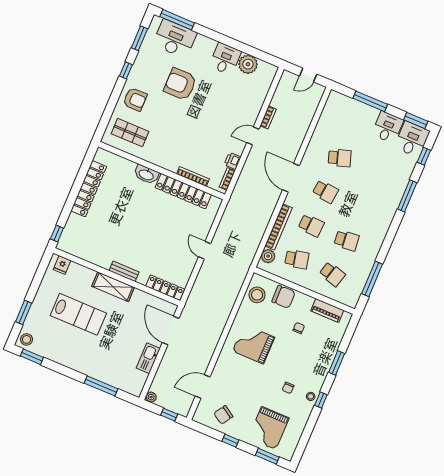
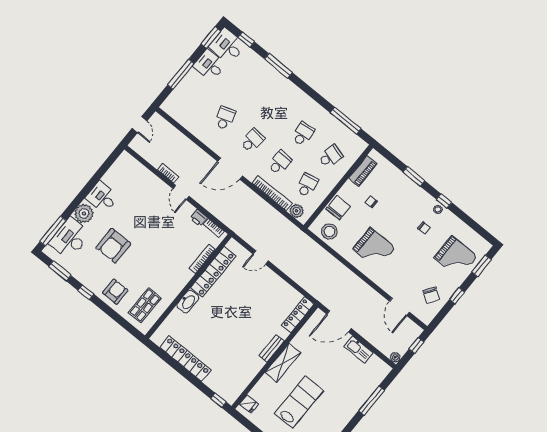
plant: (248, 64) -> (84, 213), moved
door: (205, 250) -> (261, 257), moved
grand piano: (253, 344) -> (374, 248), turned -90

